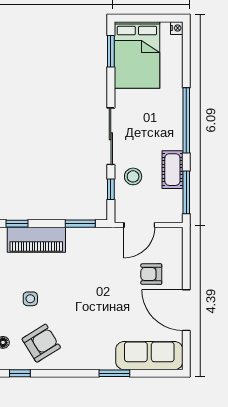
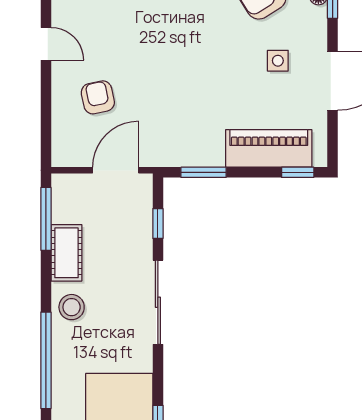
window: (186, 120) -> (46, 360), moved
stool: (133, 176) -> (72, 307), moved
armchair: (151, 274) -> (98, 97), turned -102
door: (186, 310) -> (46, 44), width x0.53

